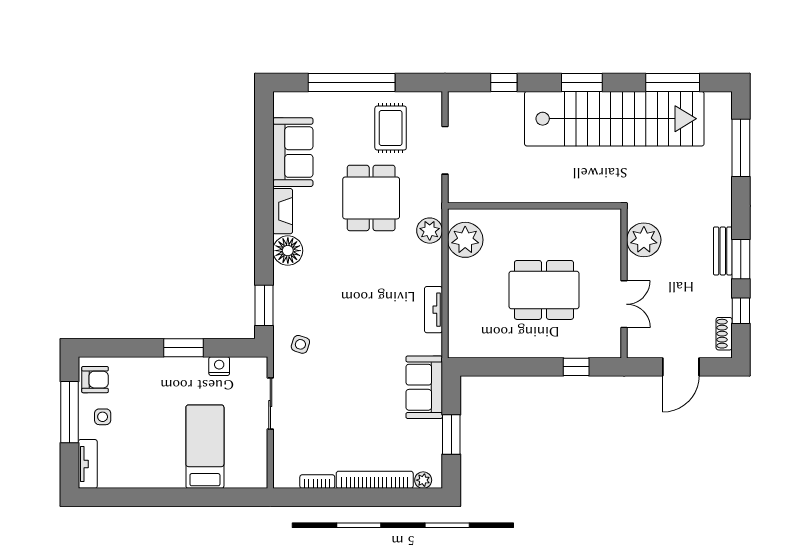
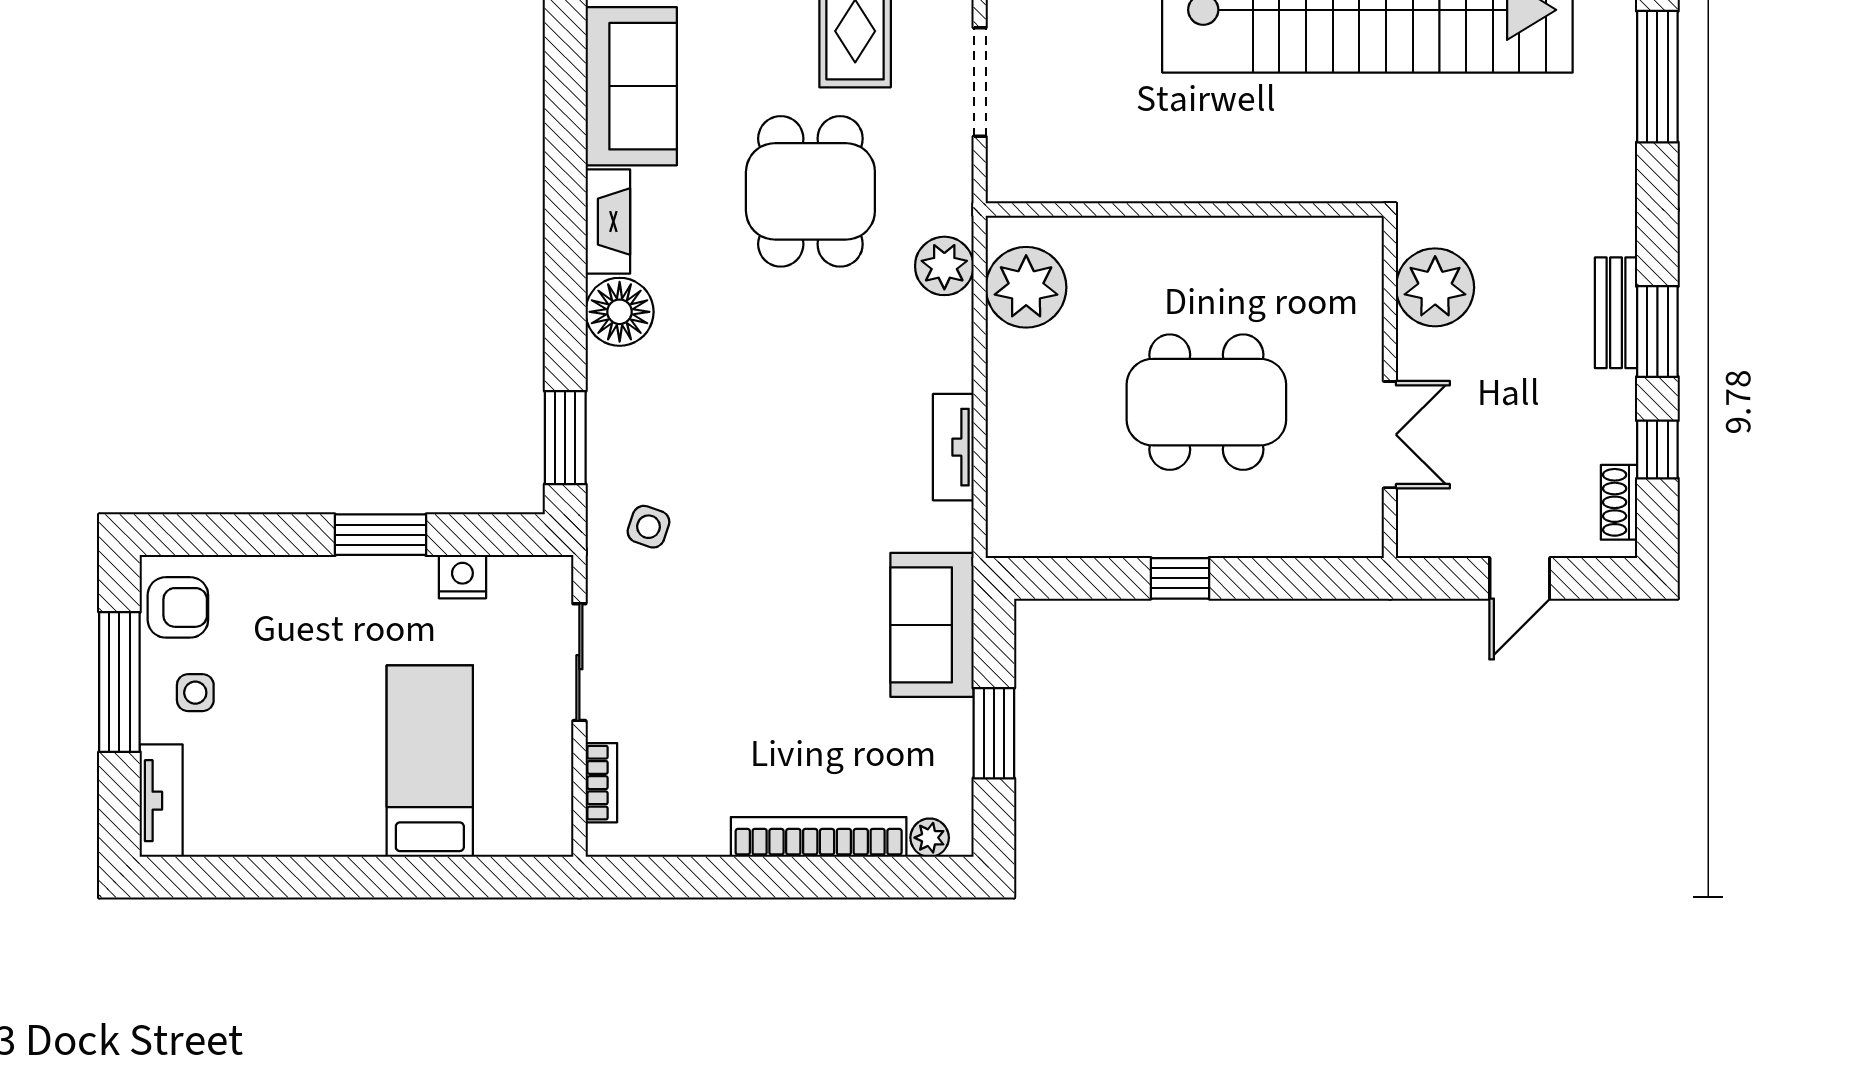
window: (576, 367) -> (1180, 578), moved
door: (681, 367) -> (1520, 578), width x0.73
bookcase: (317, 482) -> (601, 783), moved, turned 90

